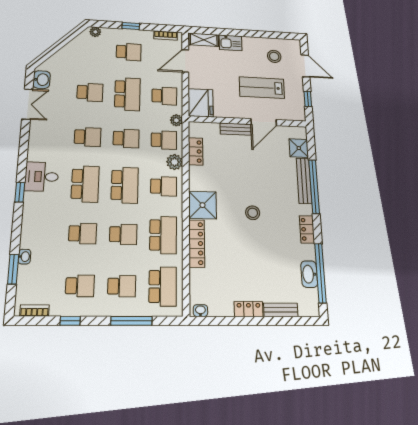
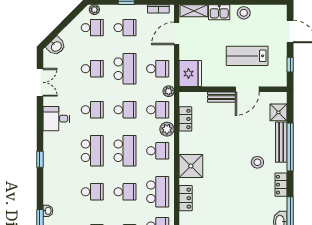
school desk: (92, 50) -> (92, 28), added
stool: (274, 56) -> (244, 13), moved
washbasin: (42, 80) -> (56, 46), moved, turned 45
desk: (42, 177) -> (56, 119), moved
stool: (253, 213) -> (257, 162), moved
locker: (197, 243) -> (186, 198), width x0.66

